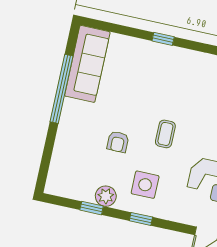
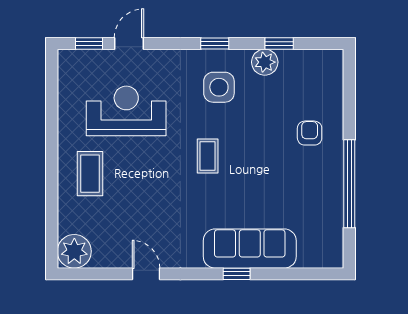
sofa: (87, 64) -> (250, 249), moved, turned 90
armchair: (118, 142) -> (310, 133), moved

